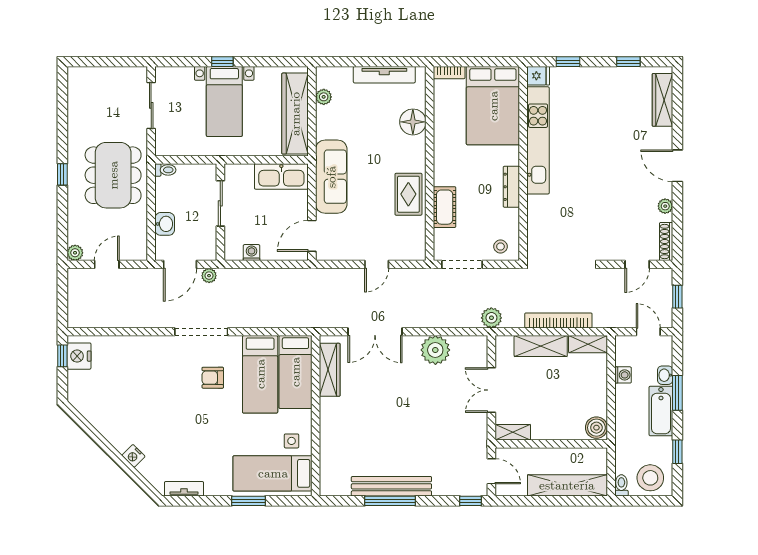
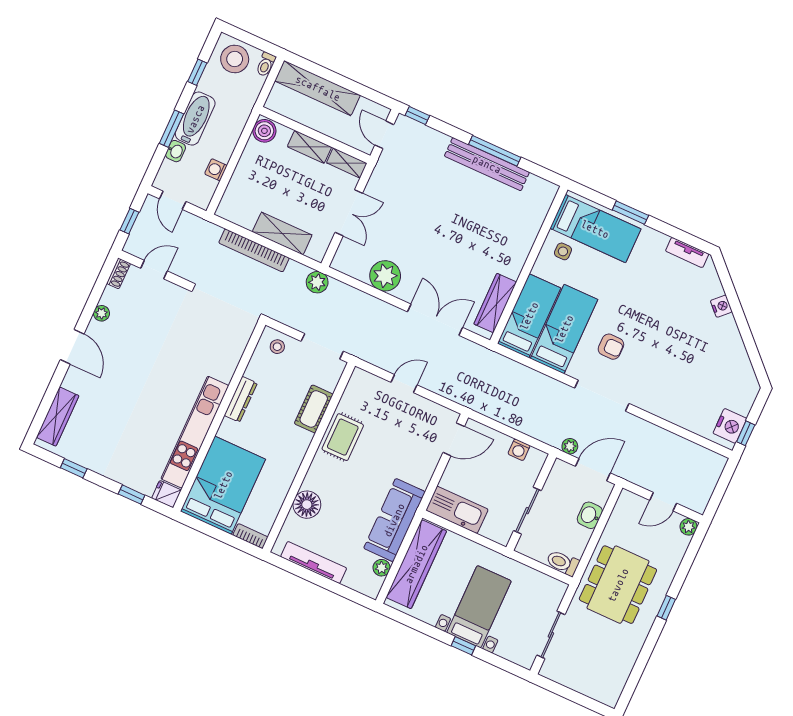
toilet: (165, 170) -> (563, 563), width x1.37, depth x1.39
sofa: (331, 177) -> (394, 520), moved
shoe rack: (666, 242) -> (119, 273), width x0.70
shelving: (588, 344) -> (309, 147), moved

